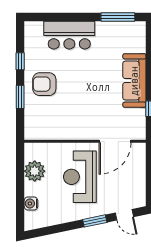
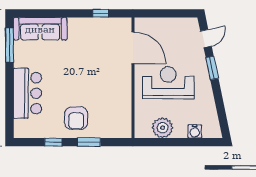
sofa: (134, 81) -> (40, 29), moved
reception desk: (80, 177) -> (168, 83), turned 180

